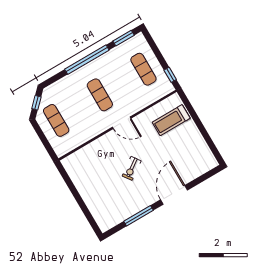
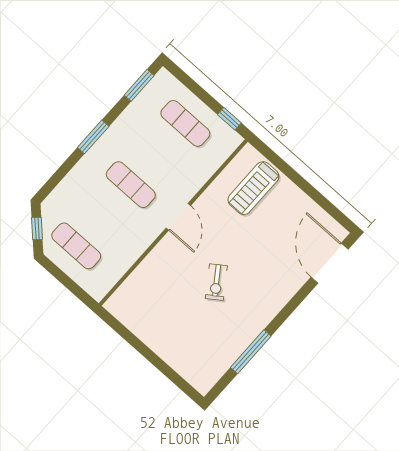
window: (87, 60) -> (93, 137), width x0.47
door: (122, 123) -> (178, 217), hinge flipped
door: (174, 195) -> (330, 263), moved

